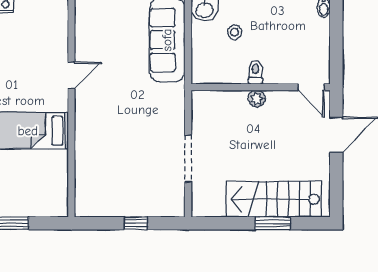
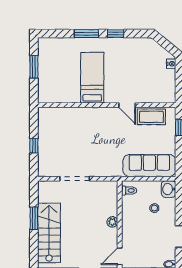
coffee table: (90, 37) -> (151, 117), added
toilet: (255, 72) -> (129, 190), moved
window: (273, 223) -> (34, 218), moved

